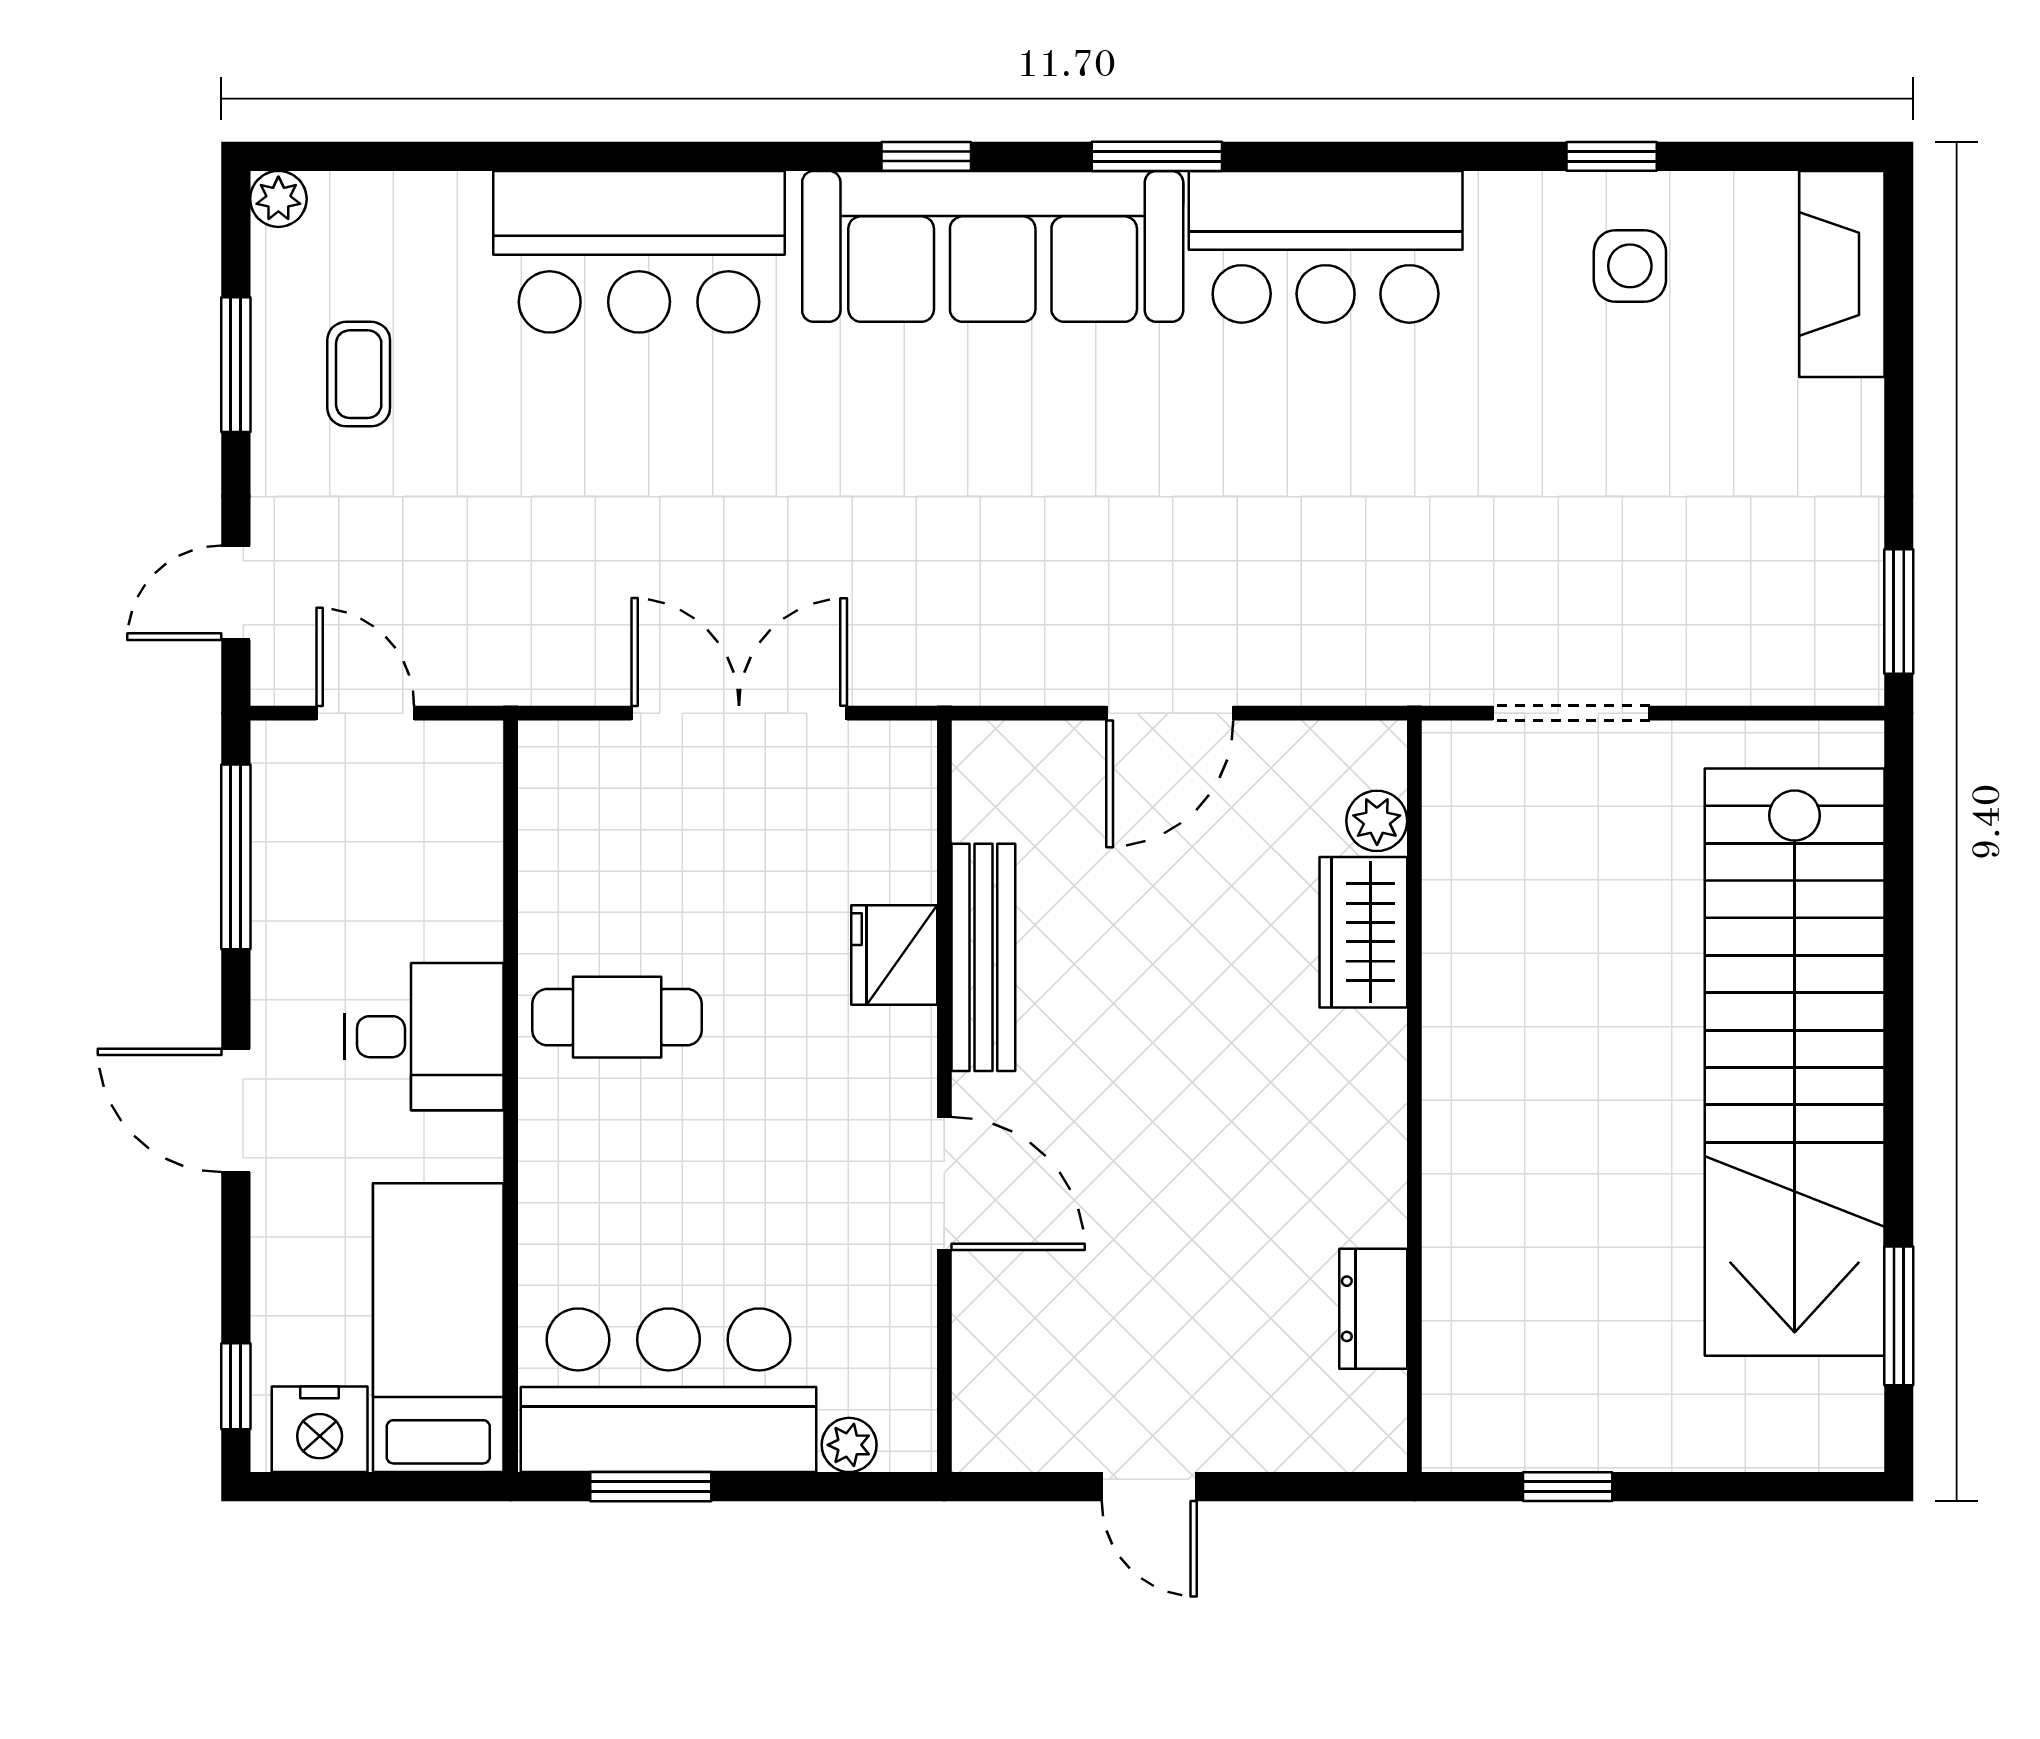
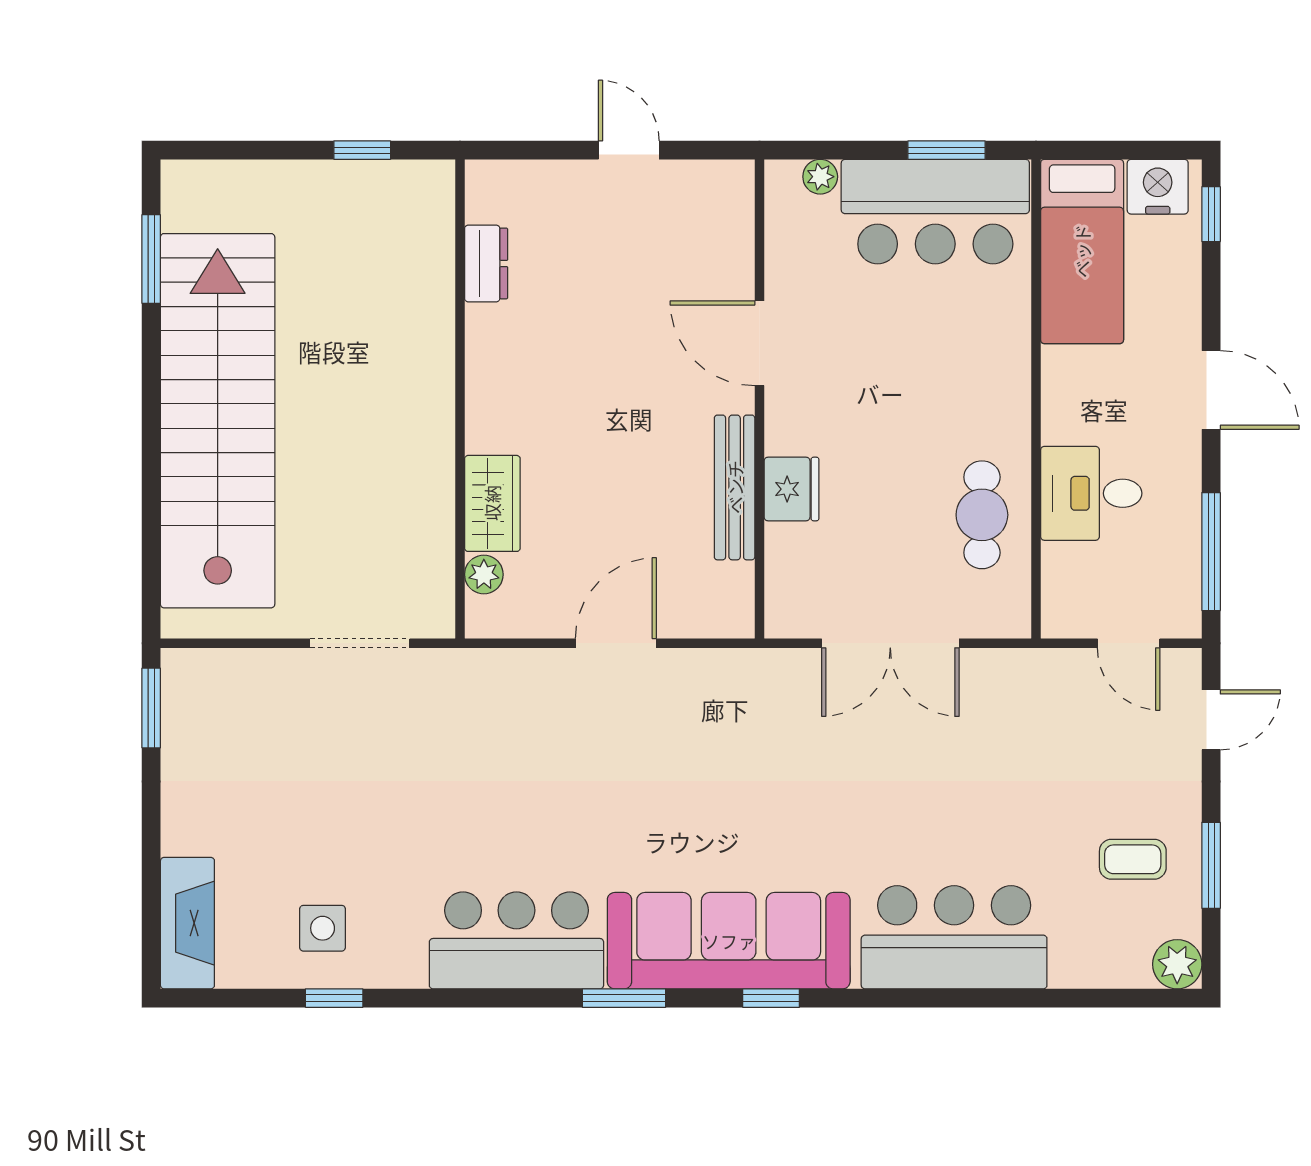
plant: (278, 199) -> (1177, 964), width x1.38, depth x1.38
coffee table: (359, 374) -> (1133, 859), turned 90
cafe table: (617, 1017) -> (982, 515), moved, turned 90
desk: (424, 1037) -> (1091, 493), moved

